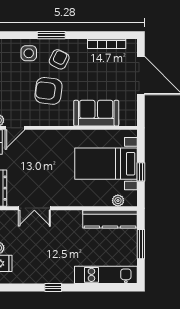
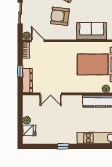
door: (15, 128) -> (38, 41), swing flipped

